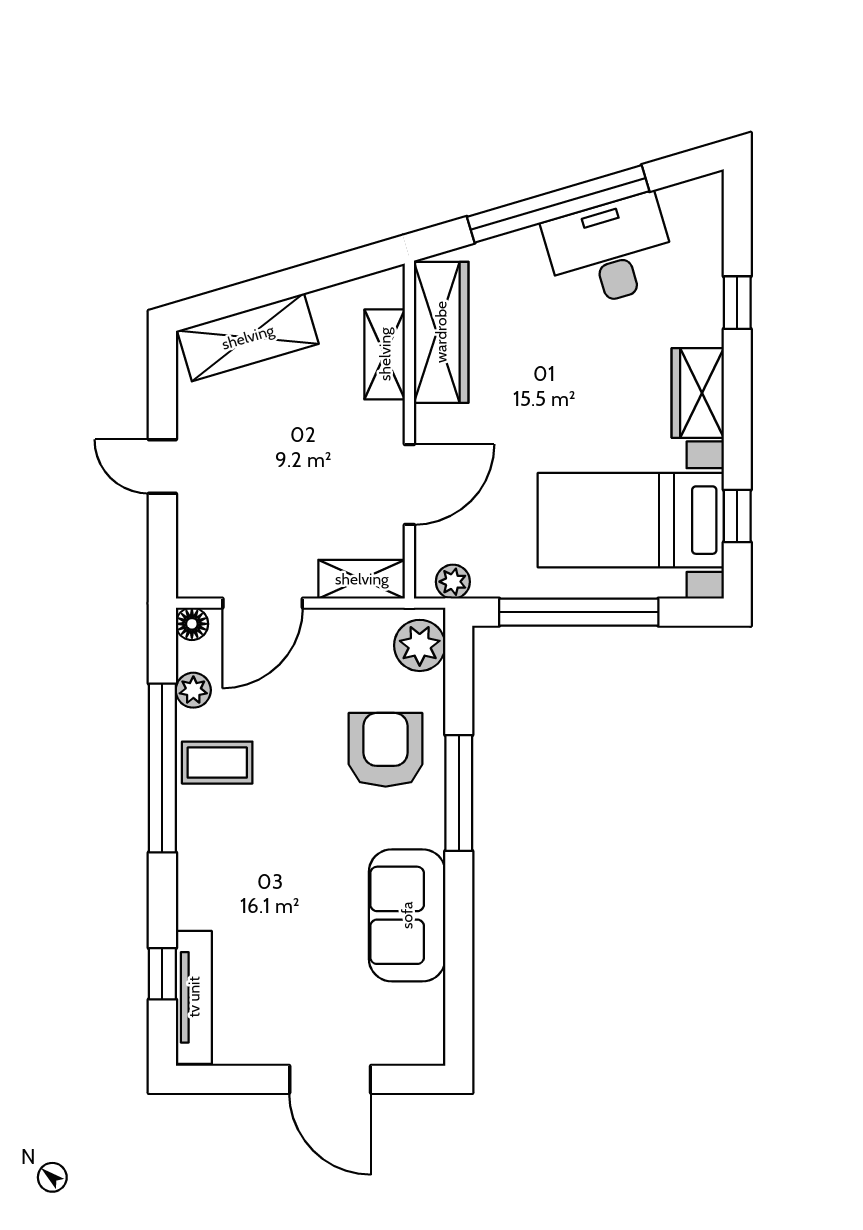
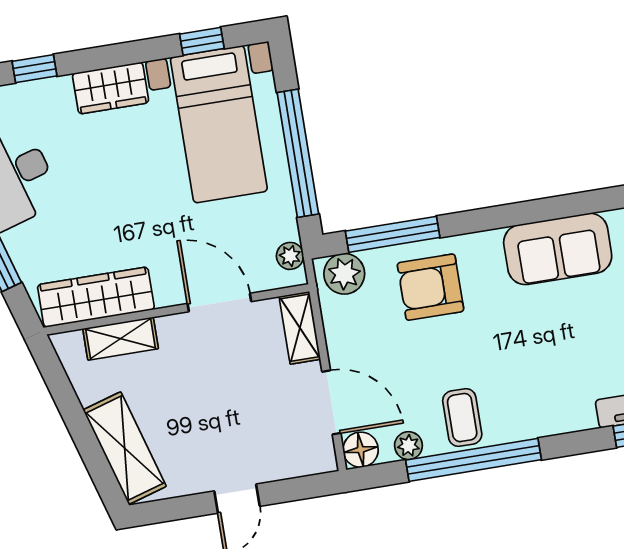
floor lamp: (192, 624) -> (361, 450), width x1.37, depth x1.37
window: (459, 793) -> (393, 234), moved

